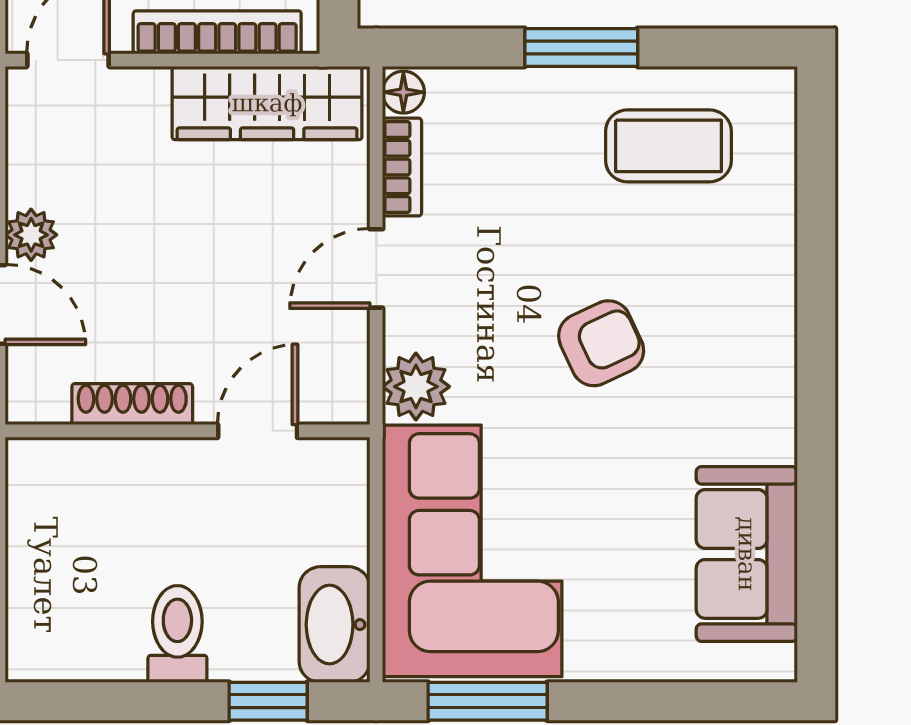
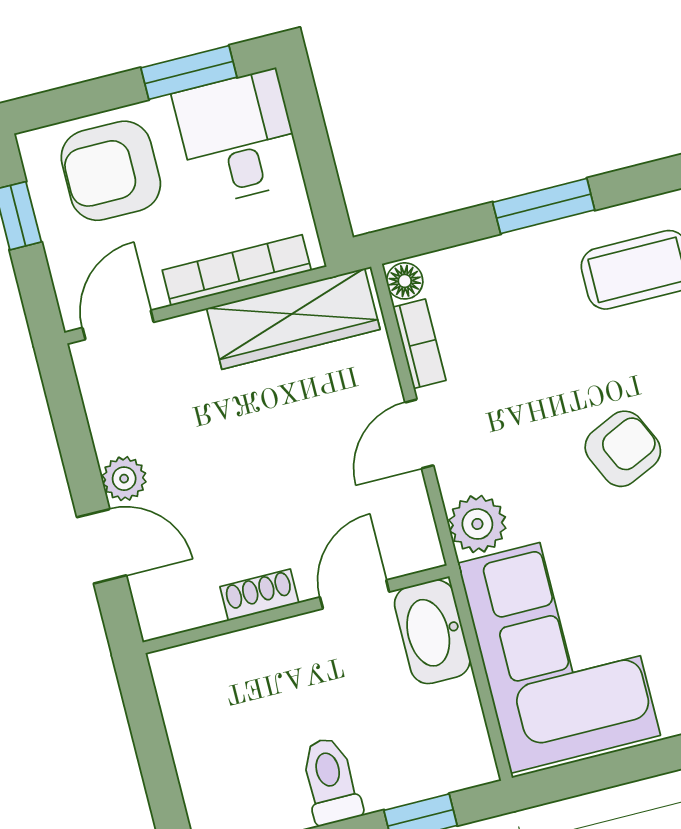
shoe rack: (132, 404) -> (259, 595), width x0.70
washbasin: (335, 625) -> (432, 632), moved
window: (488, 701) -> (604, 772), removed

